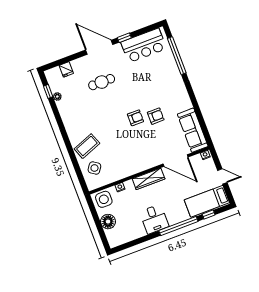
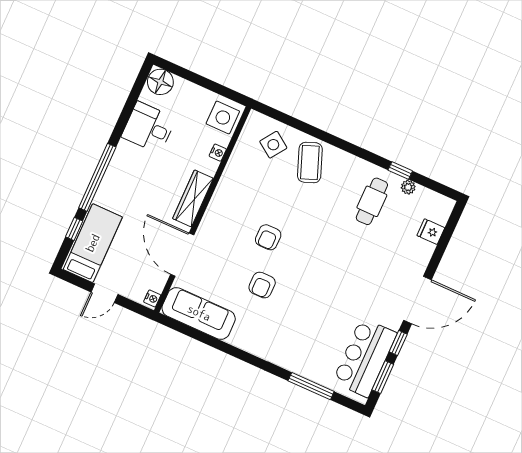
window: (144, 30) -> (383, 377), added
window: (177, 56) -> (311, 386), width x0.68
cafe table: (102, 82) -> (372, 201), moved
window: (48, 91) -> (400, 170), moved
armchair: (135, 118) -> (268, 237), moved
door: (176, 161) -> (182, 255), hinge flipped
desk: (154, 219) -> (149, 128), moved
floor lamp: (108, 222) -> (160, 82), moved

